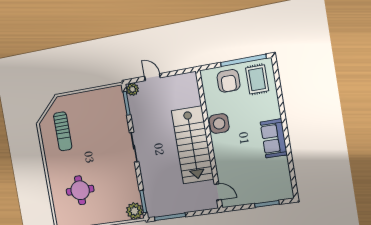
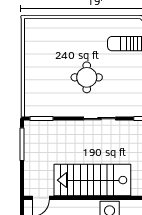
round table: (80, 190) -> (87, 77), moved
plant: (135, 211) -> (33, 107), removed

